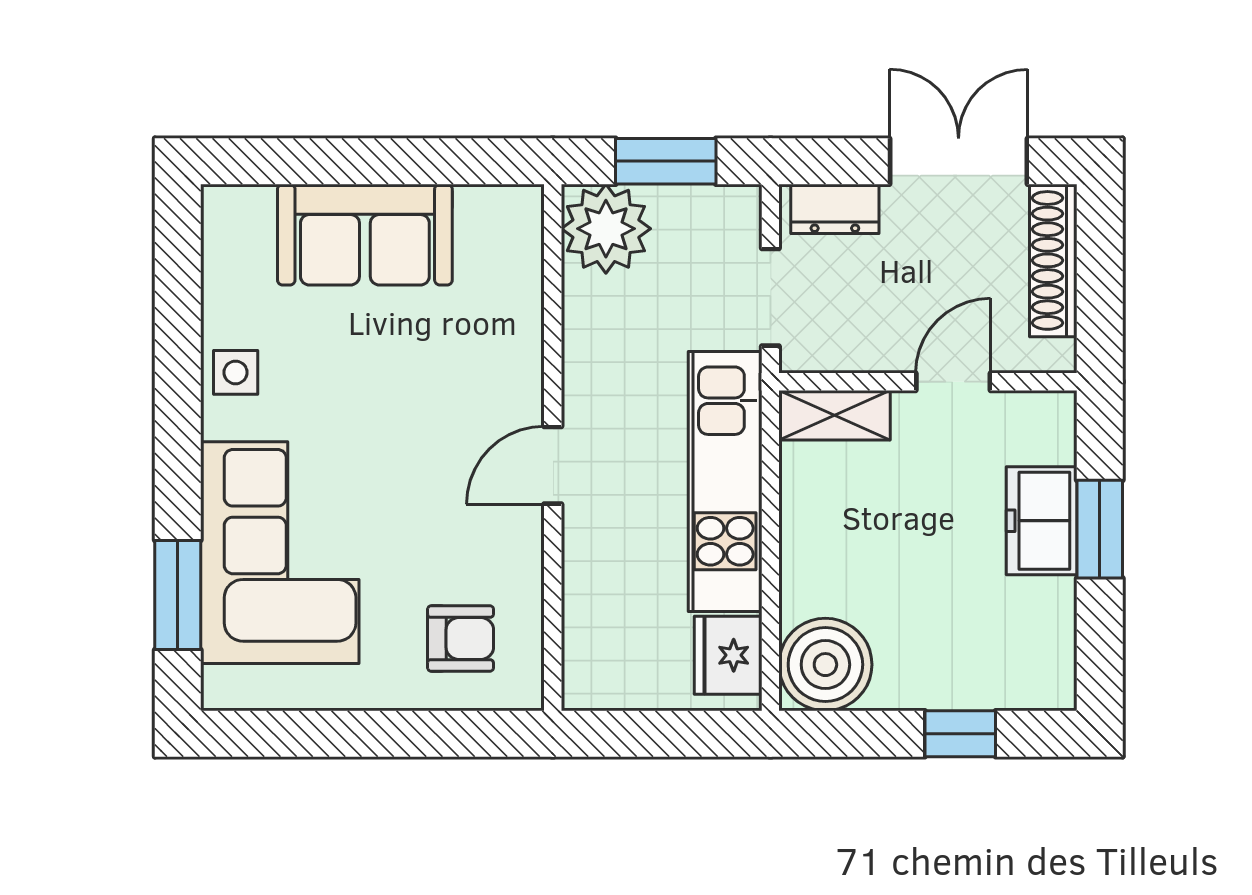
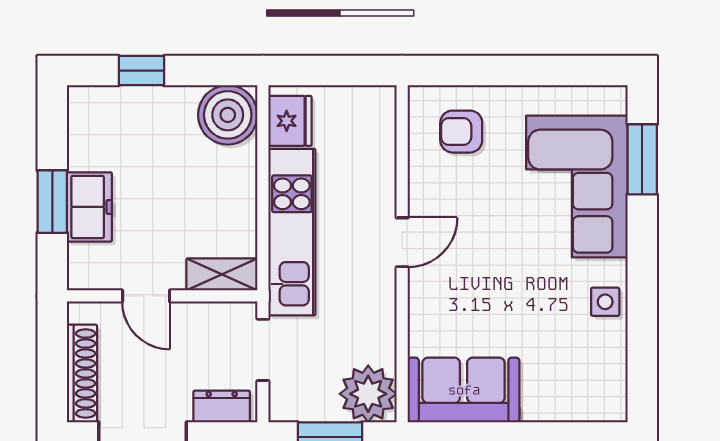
sofa: (365, 235) -> (464, 390), moved
door: (953, 382) -> (146, 296), hinge flipped

